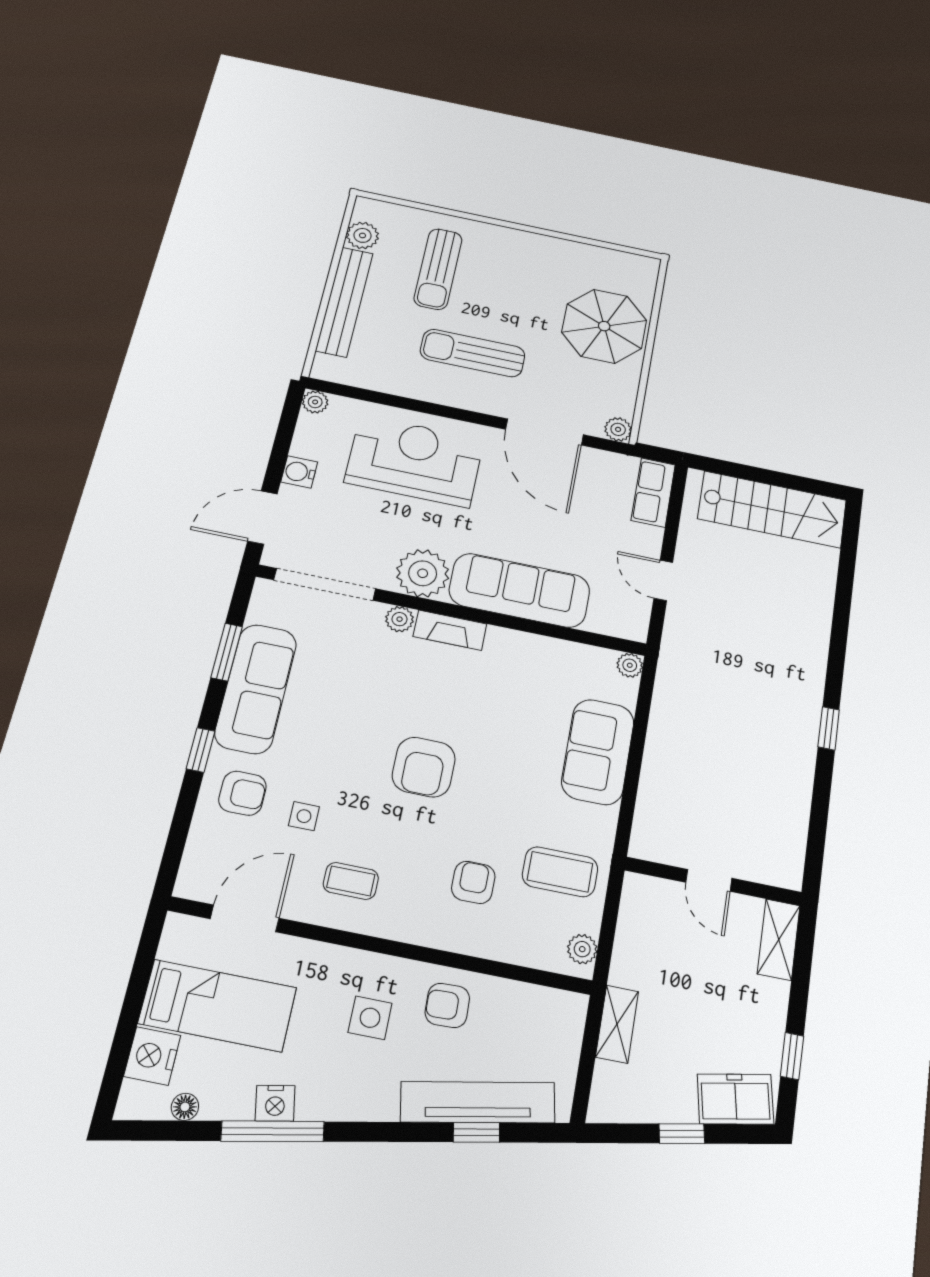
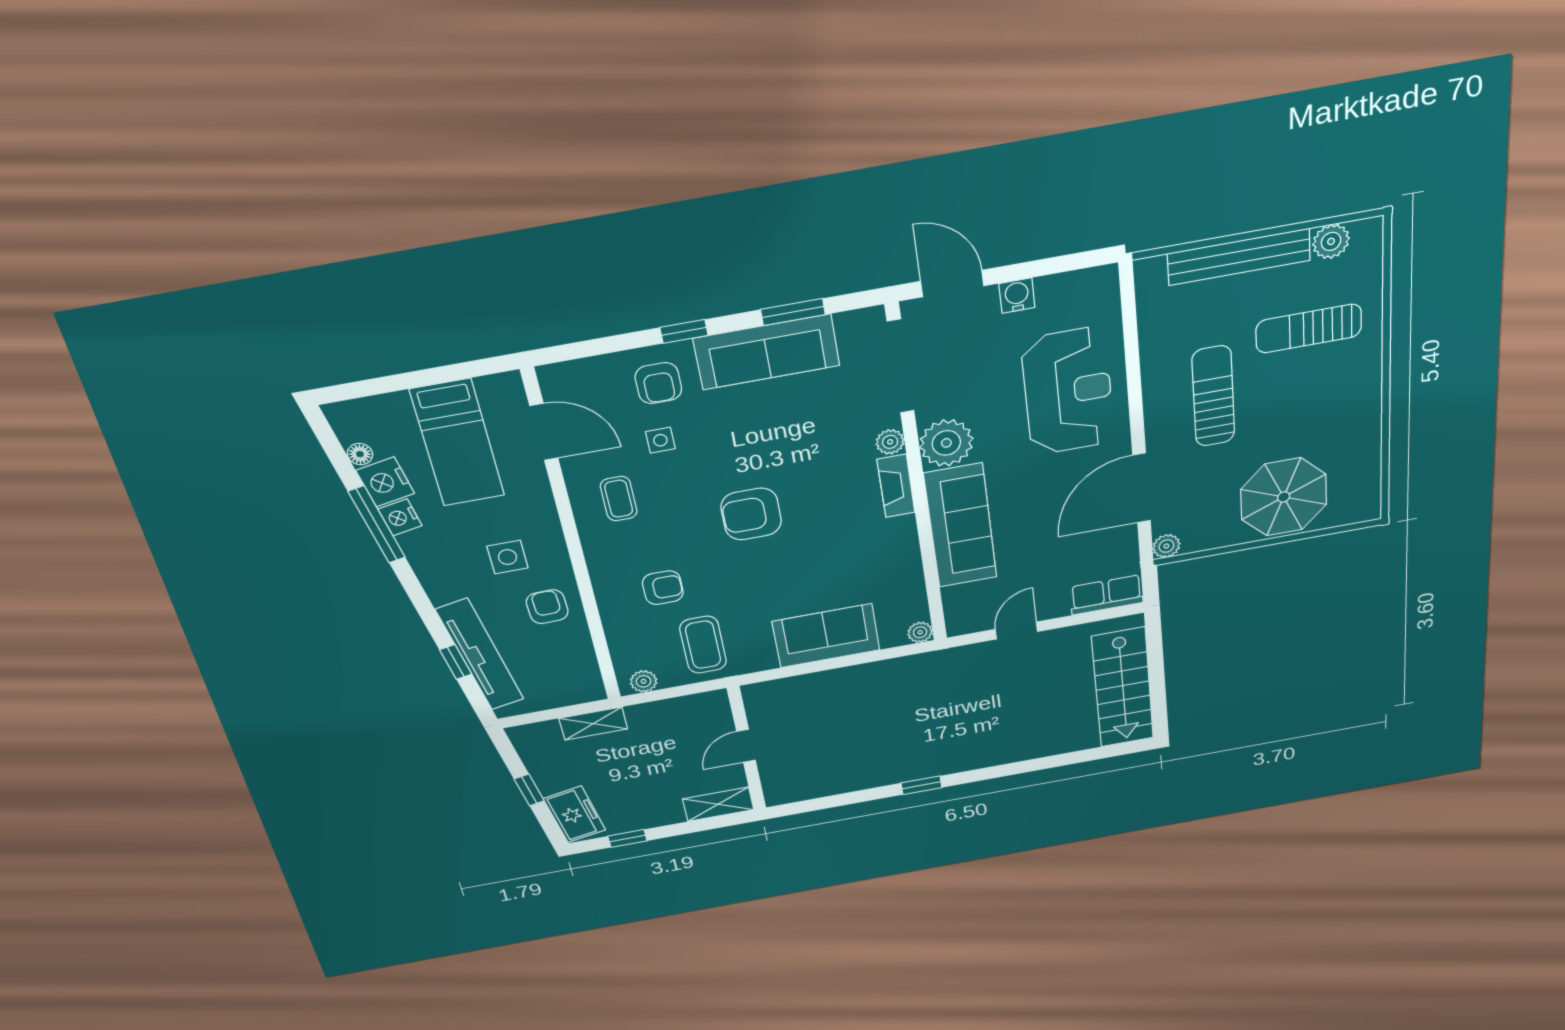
plant: (315, 402) -> (1105, 278), removed
nightstand: (152, 1056) -> (385, 482), moved, turned -100

